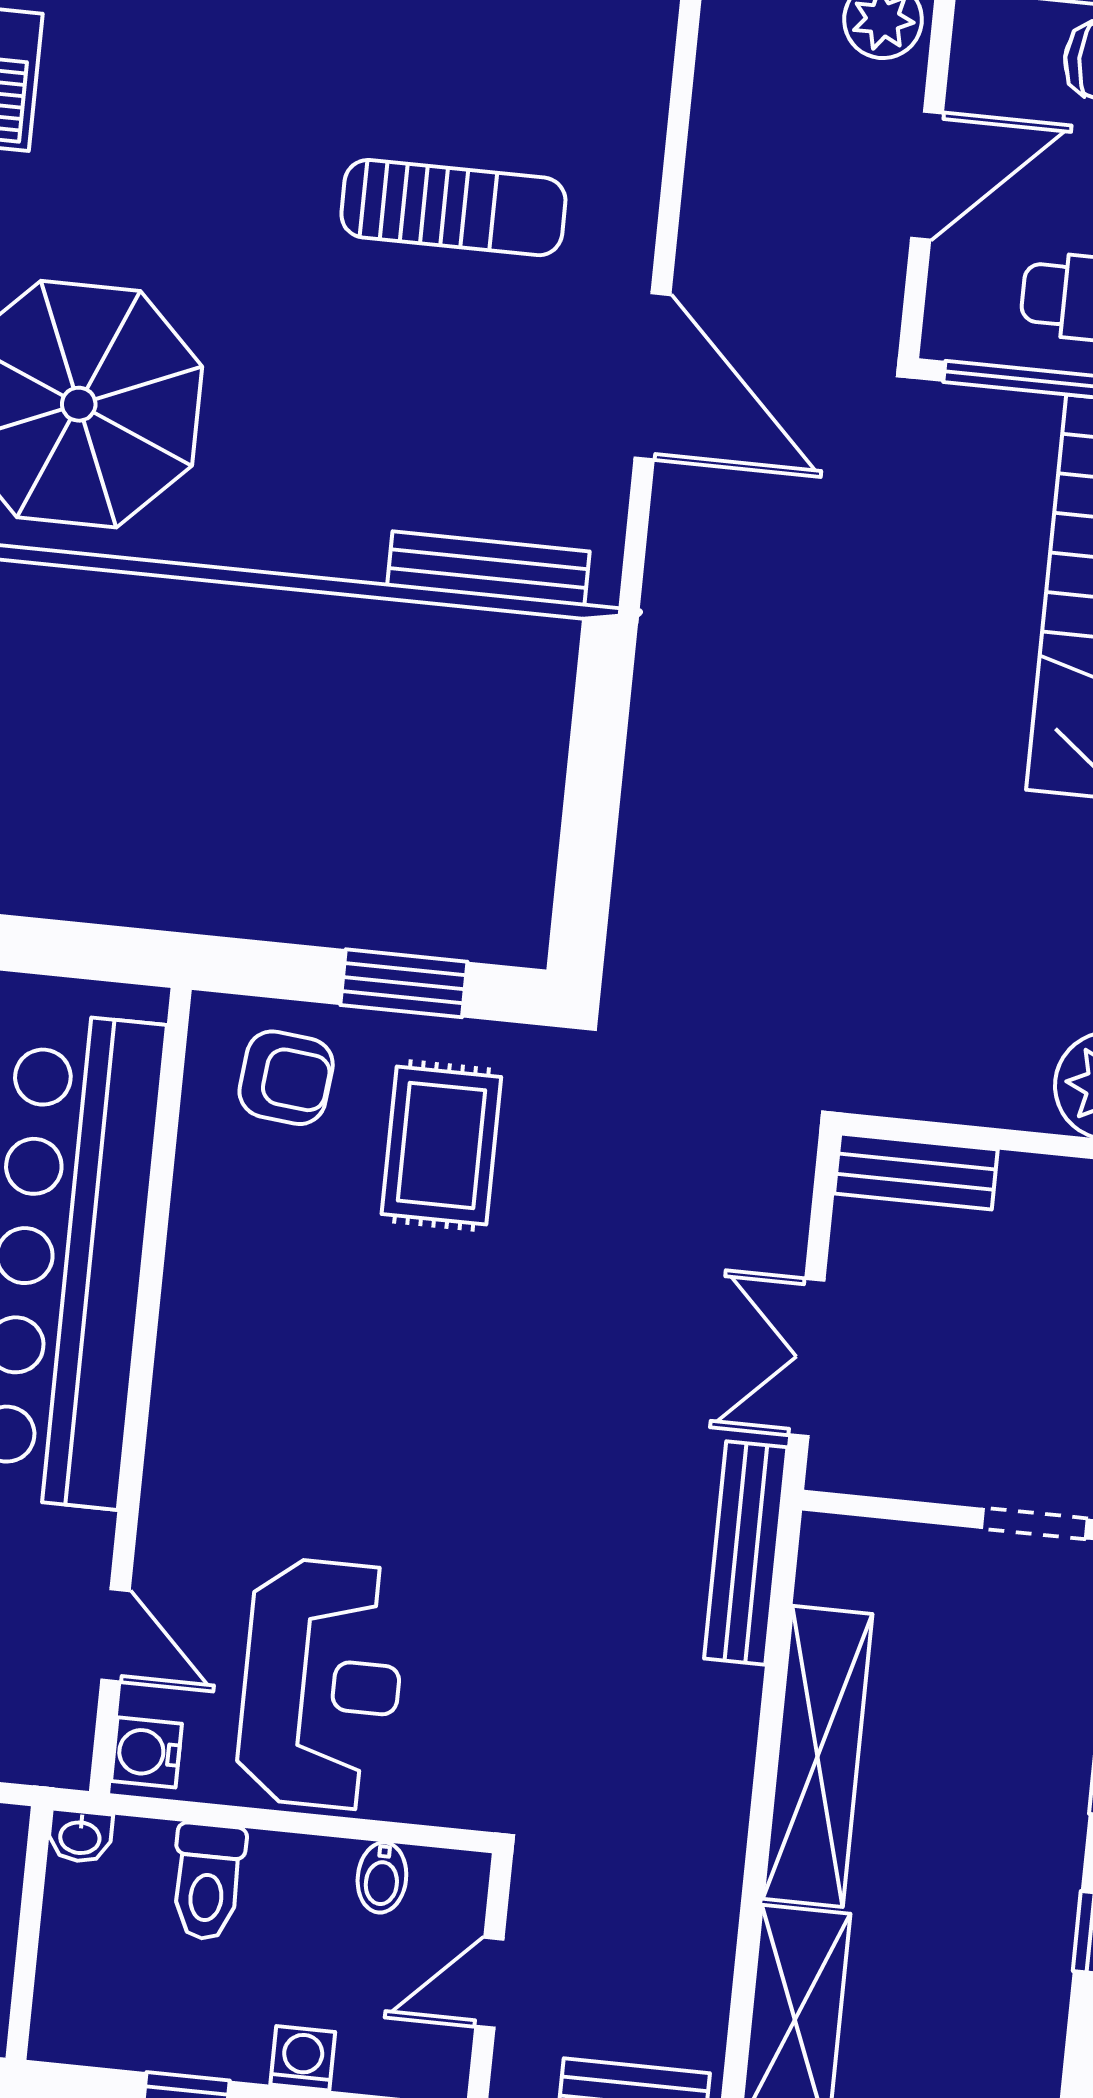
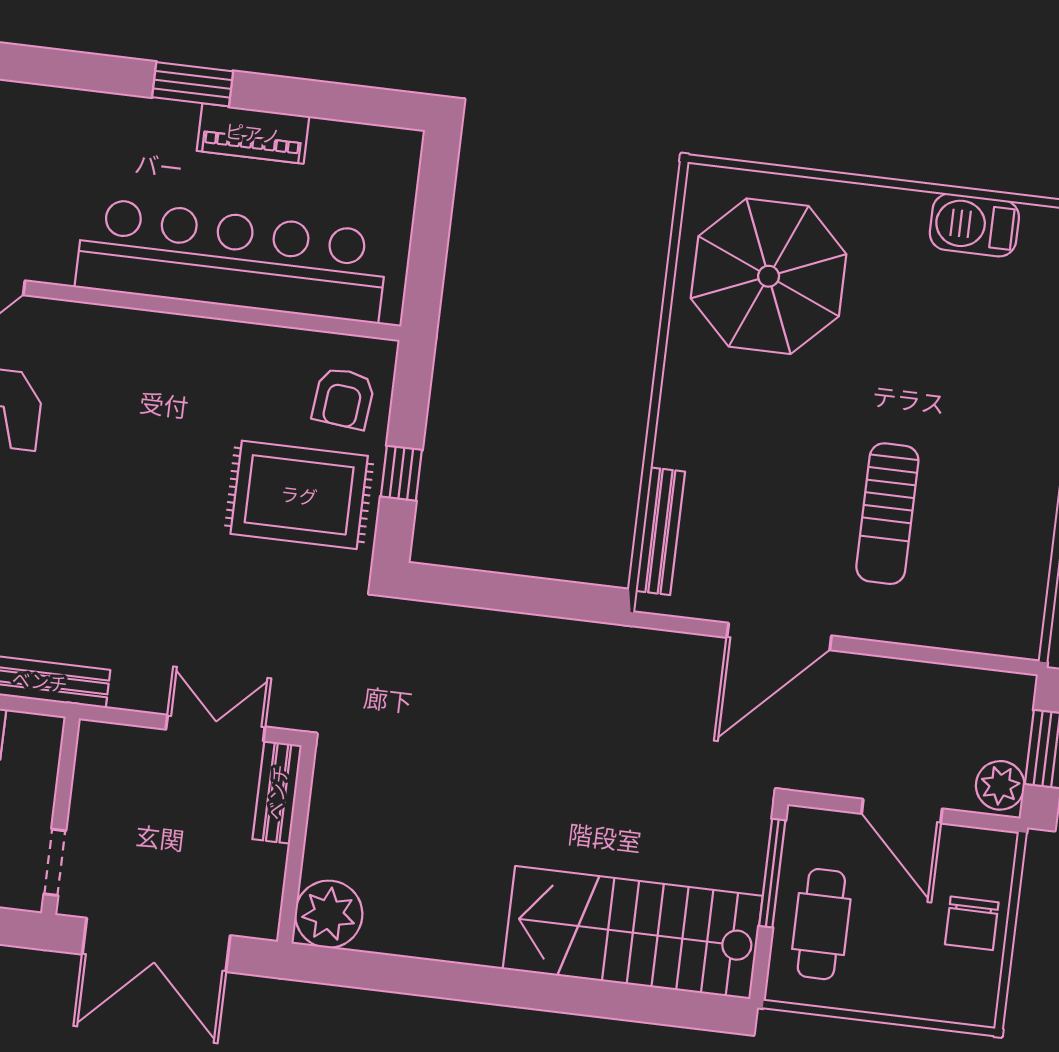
window: (404, 983) -> (401, 473), width x0.67
rug: (441, 1145) -> (299, 495), width x1.36, depth x1.43
double door: (807, 1358) -> (215, 728), moved

